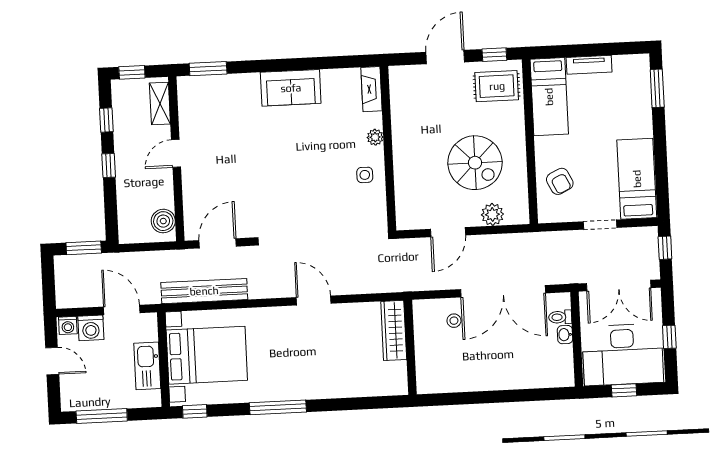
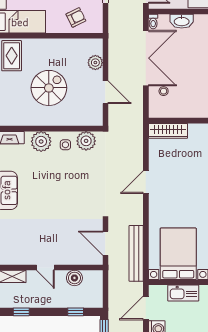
plant: (375, 137) -> (41, 141), width x1.88, depth x1.88
spiral stairs: (475, 163) -> (49, 88), moved
window: (109, 166) -> (76, 312), moved
plant: (372, 206) -> (86, 141), added
boiler: (163, 221) -> (74, 278), moved
toilet: (560, 317) -> (153, 22), moved
washbasin: (565, 335) -> (182, 21), width x1.91, depth x1.45

